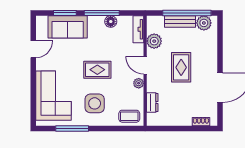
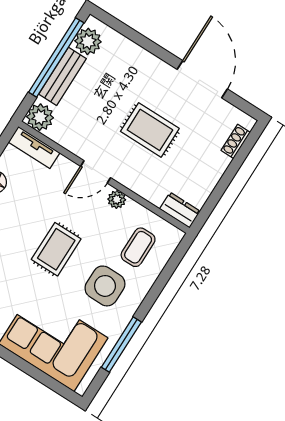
plant: (154, 41) -> (40, 117), moved
rug: (181, 67) -> (150, 130), moved
dresser: (152, 103) -> (180, 210), moved
coffee table: (129, 116) -> (138, 247), moved

